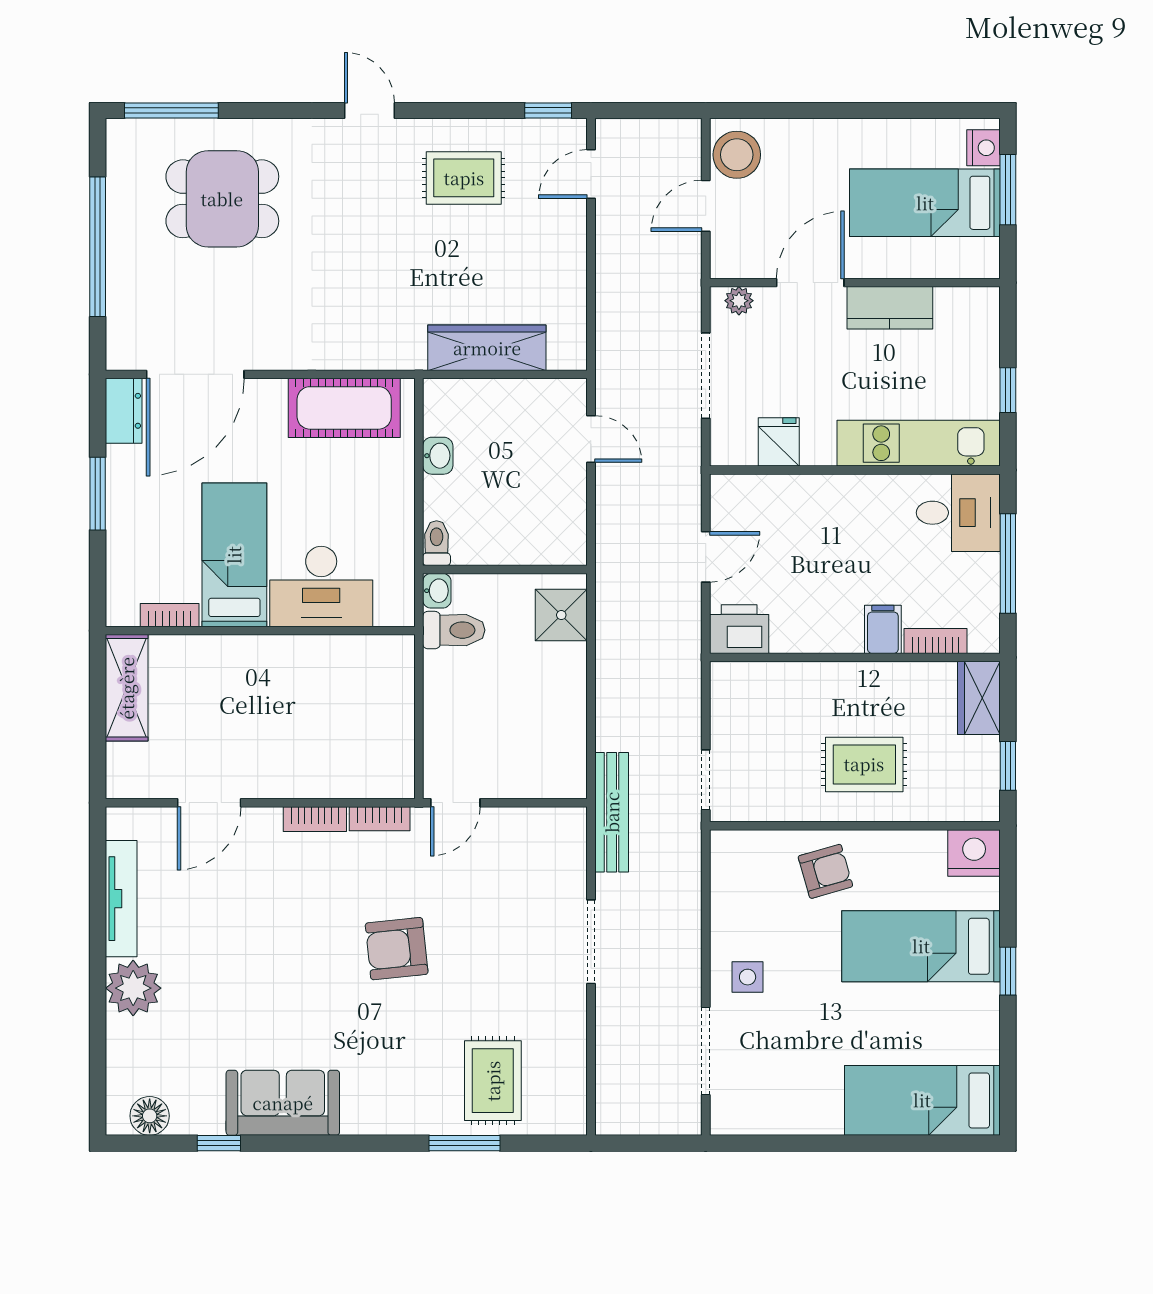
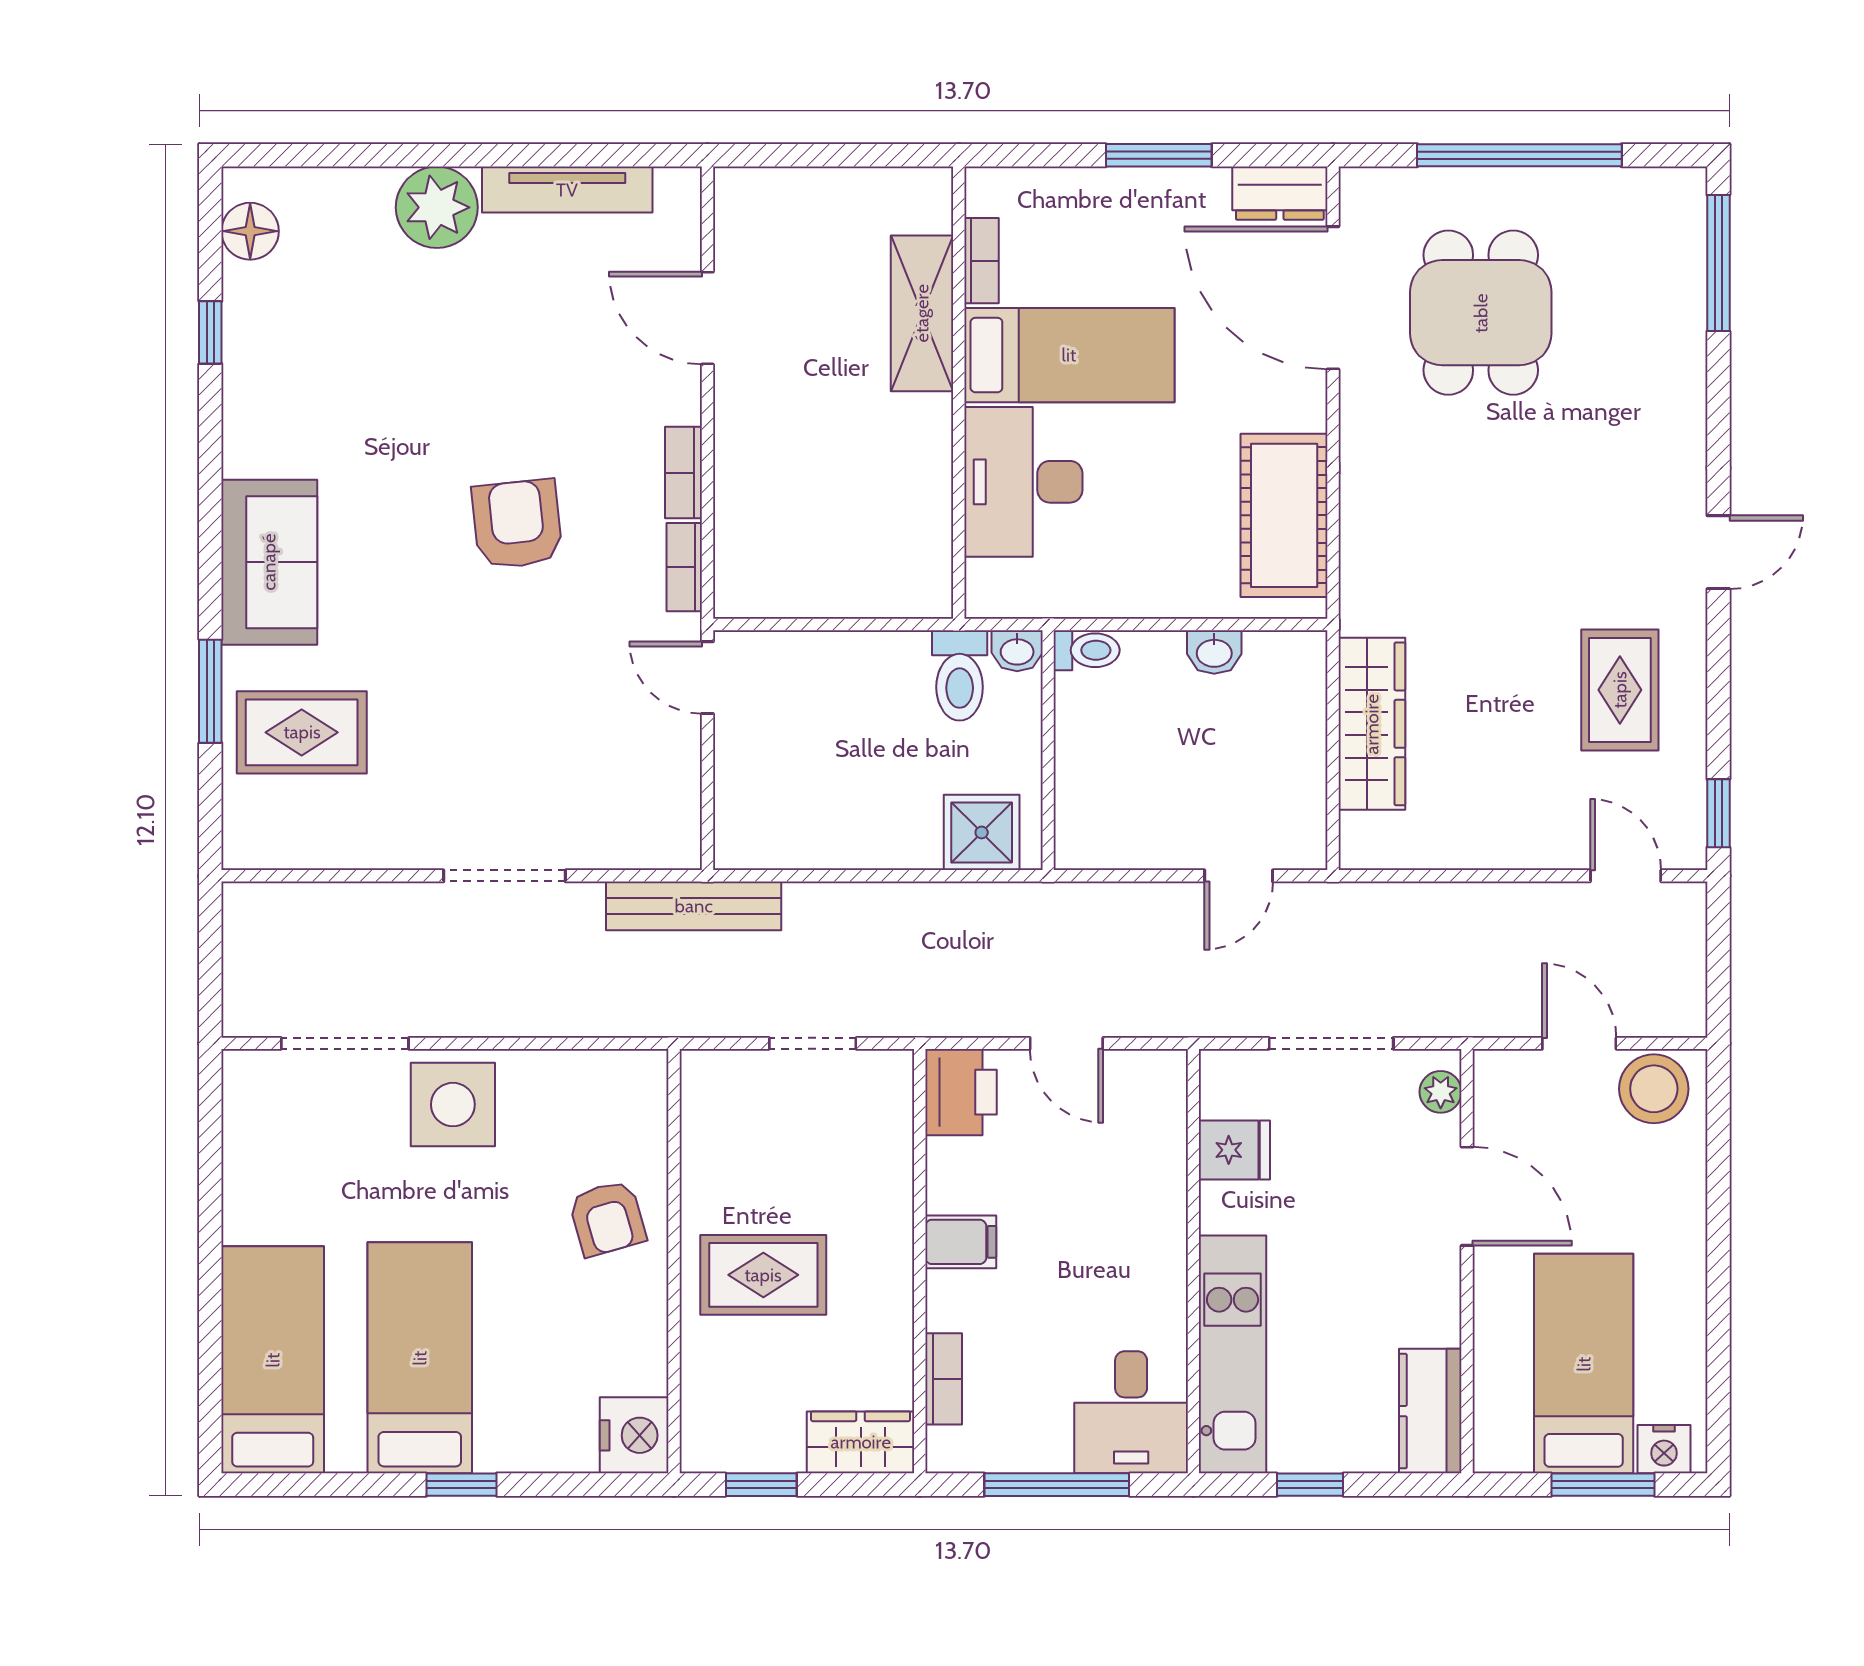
dining table: (222, 199) -> (1481, 313), moved
kitchen counter: (890, 308) -> (1430, 1411), moved
filing cabinet: (883, 629) -> (961, 1242), moved
shelving: (127, 688) -> (922, 313), moved, turned 90
rug: (864, 764) -> (763, 1275), turned 90
doorway: (706, 780) -> (813, 1043), moved
bed: (921, 946) -> (420, 1358), moved
armchair: (397, 949) -> (517, 524), moved
side table: (748, 977) -> (453, 1105), width x1.87, depth x1.87
sofa: (283, 1103) -> (269, 562), moved

